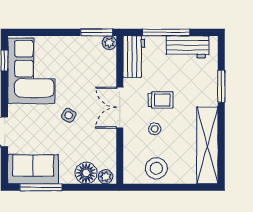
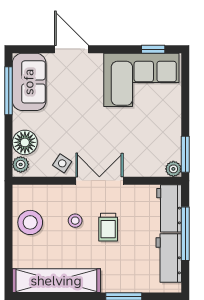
workbench: (134, 57) -> (169, 208), moved, turned 90
side table: (69, 115) -> (62, 163), moved

